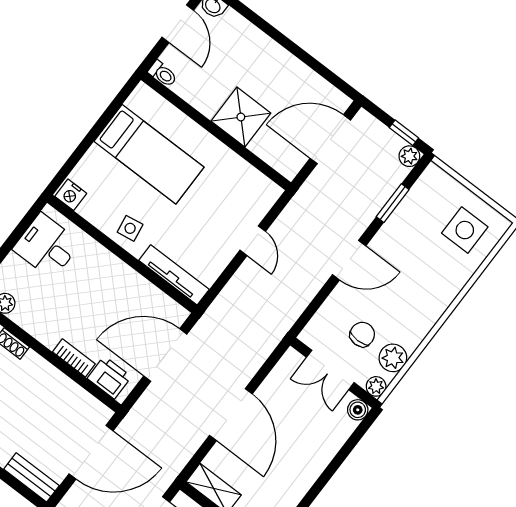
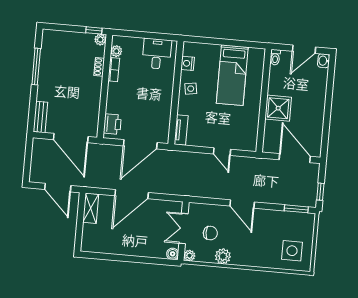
plant: (409, 156) -> (311, 201), removed
nightstand: (71, 195) -> (188, 63), moved
window: (393, 203) -> (296, 209), moved
door: (253, 241) -> (222, 152), hinge flipped
tv unit: (174, 275) -> (181, 130), width x0.71
door: (165, 355) -> (140, 144), swing flipped
bookcase: (74, 358) -> (114, 70), moved
plant: (393, 358) -> (223, 256), moved

